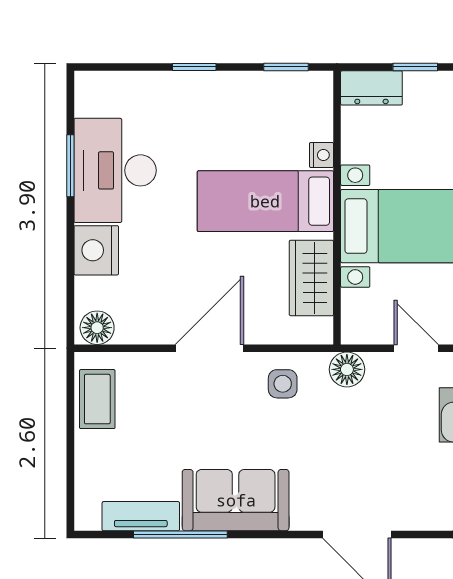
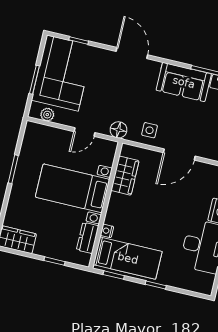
dresser: (371, 88) -> (88, 238), moved, turned -90
bed: (265, 201) -> (128, 258), moved
door: (416, 348) -> (85, 132), hinge flipped

